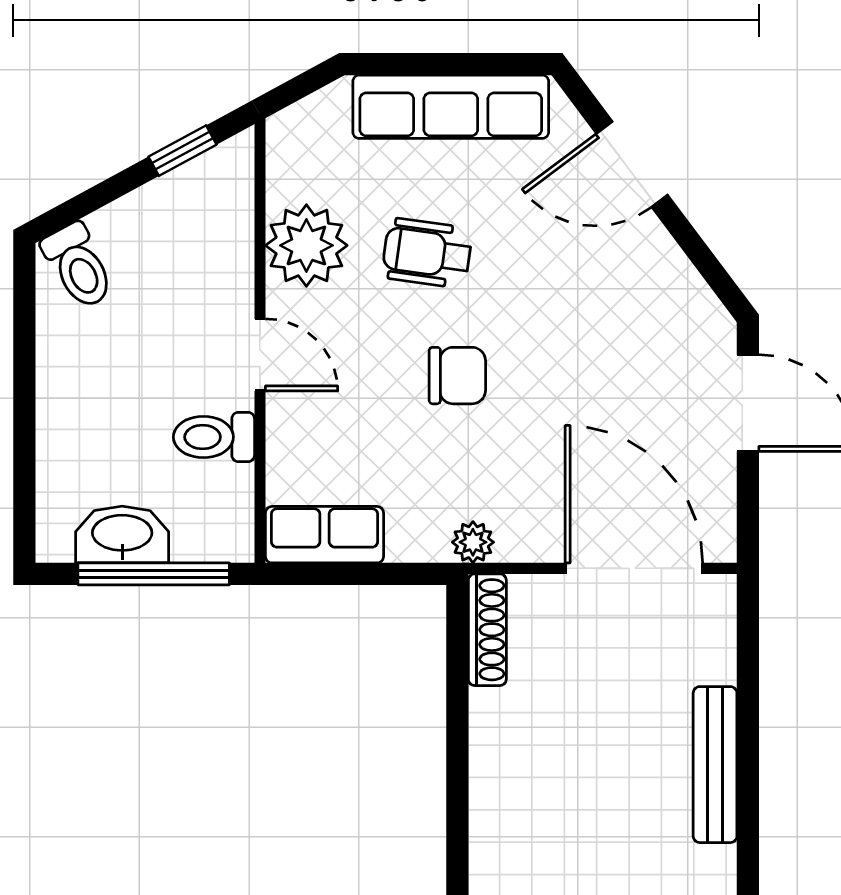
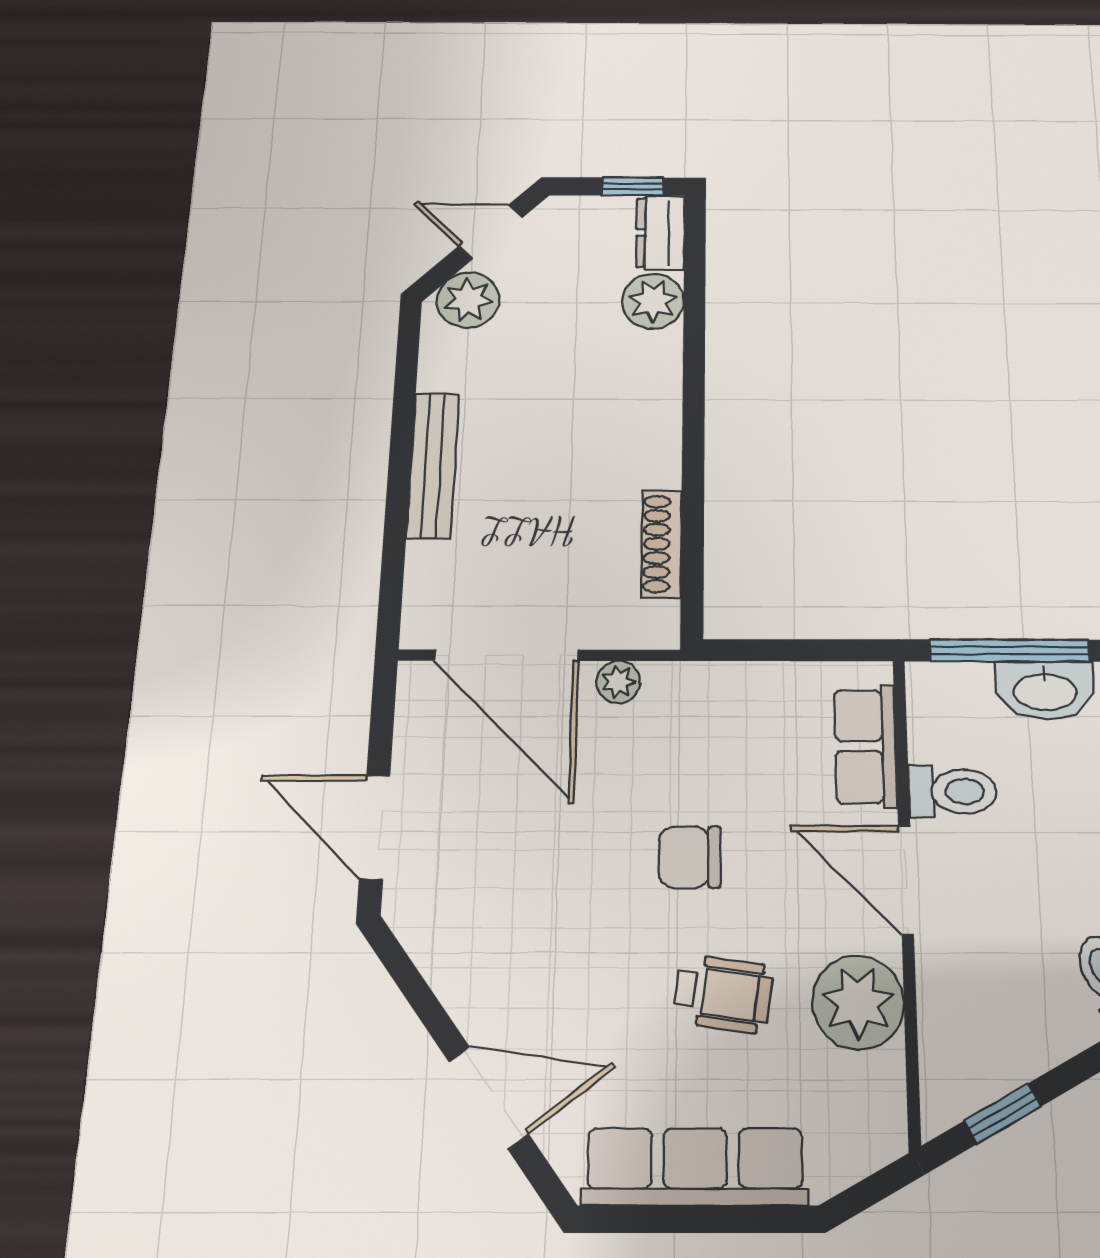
door: (260, 355) -> (906, 880), width x1.38
row of seats: (325, 535) -> (866, 746), moved, turned 90
plant: (473, 542) -> (618, 682), moved
shoe rack: (487, 630) -> (662, 544), moved

